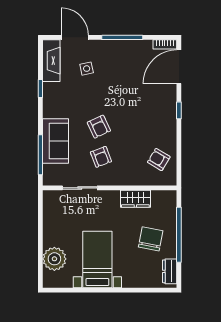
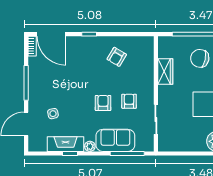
fireplace: (51, 61) -> (66, 144), moved
plant: (49, 111) -> (90, 146), added
armchair: (99, 127) -> (103, 103), turned -65
armchair: (101, 157) -> (129, 101), turned -69
armchair: (159, 159) -> (117, 57), moved

